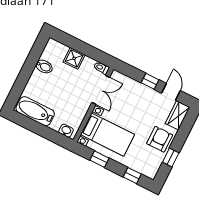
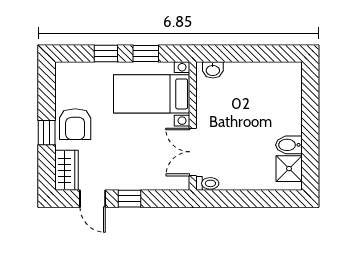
shower: (74, 58) -> (289, 169), moved
bathtub: (35, 111) -> (270, 76), removed
window: (171, 158) -> (47, 133), moved
window: (132, 176) -> (106, 54), moved

